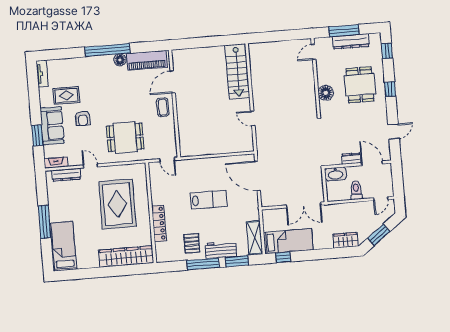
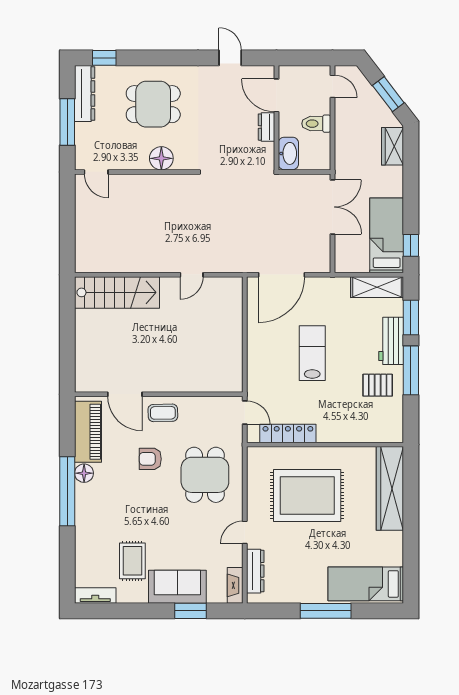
dresser: (351, 41) -> (85, 93), moved
window: (390, 89) -> (164, 58), removed
armchair: (83, 118) -> (150, 459), moved, turned 180
door: (167, 160) -> (245, 413), hinge flipped
door: (372, 163) -> (276, 95), hinge flipped
locker: (159, 223) -> (288, 433), moved

